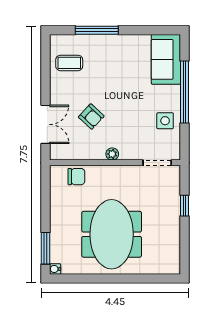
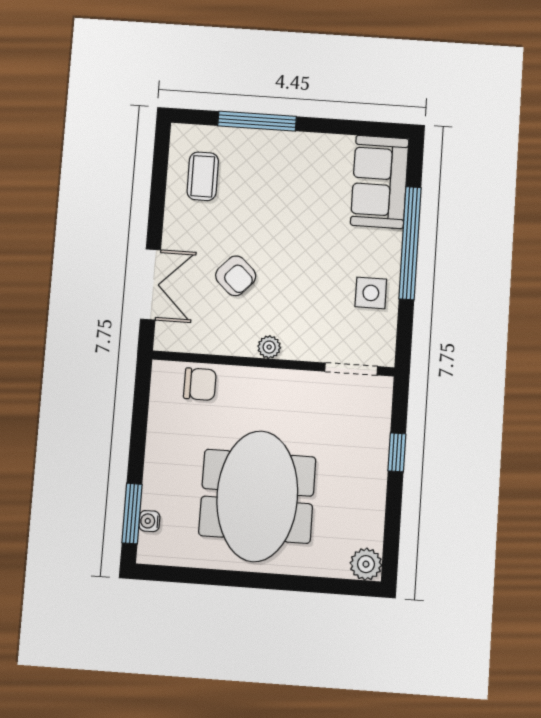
coffee table: (69, 63) -> (203, 176), turned 90
plant: (172, 266) -> (366, 564), added
water cooler: (55, 269) -> (149, 521), moved

